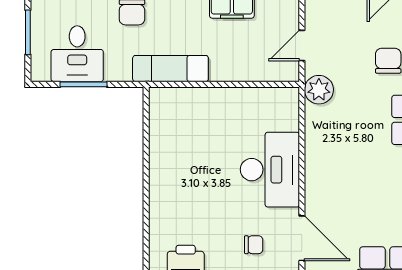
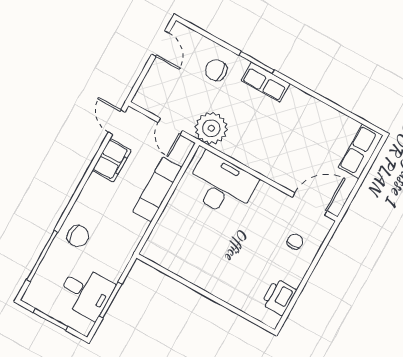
exam couch: (170, 69) -> (157, 189), moved
plant: (319, 90) -> (211, 128), width x1.36, depth x1.36
desk: (270, 170) -> (221, 185), moved

